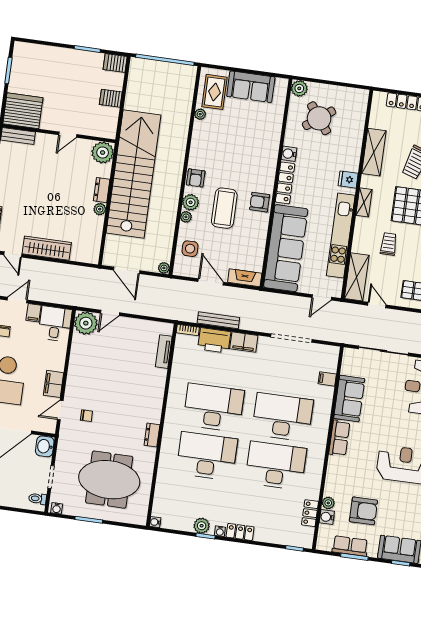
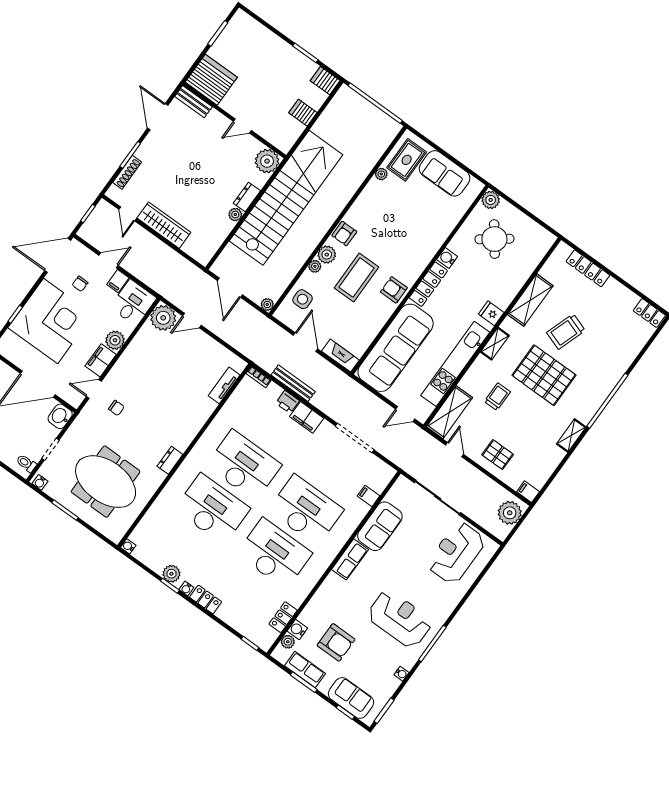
printer: (214, 340) -> (288, 402), width x0.53, depth x0.68
plant: (57, 362) -> (115, 340), added
plant: (328, 503) -> (288, 642), moved

